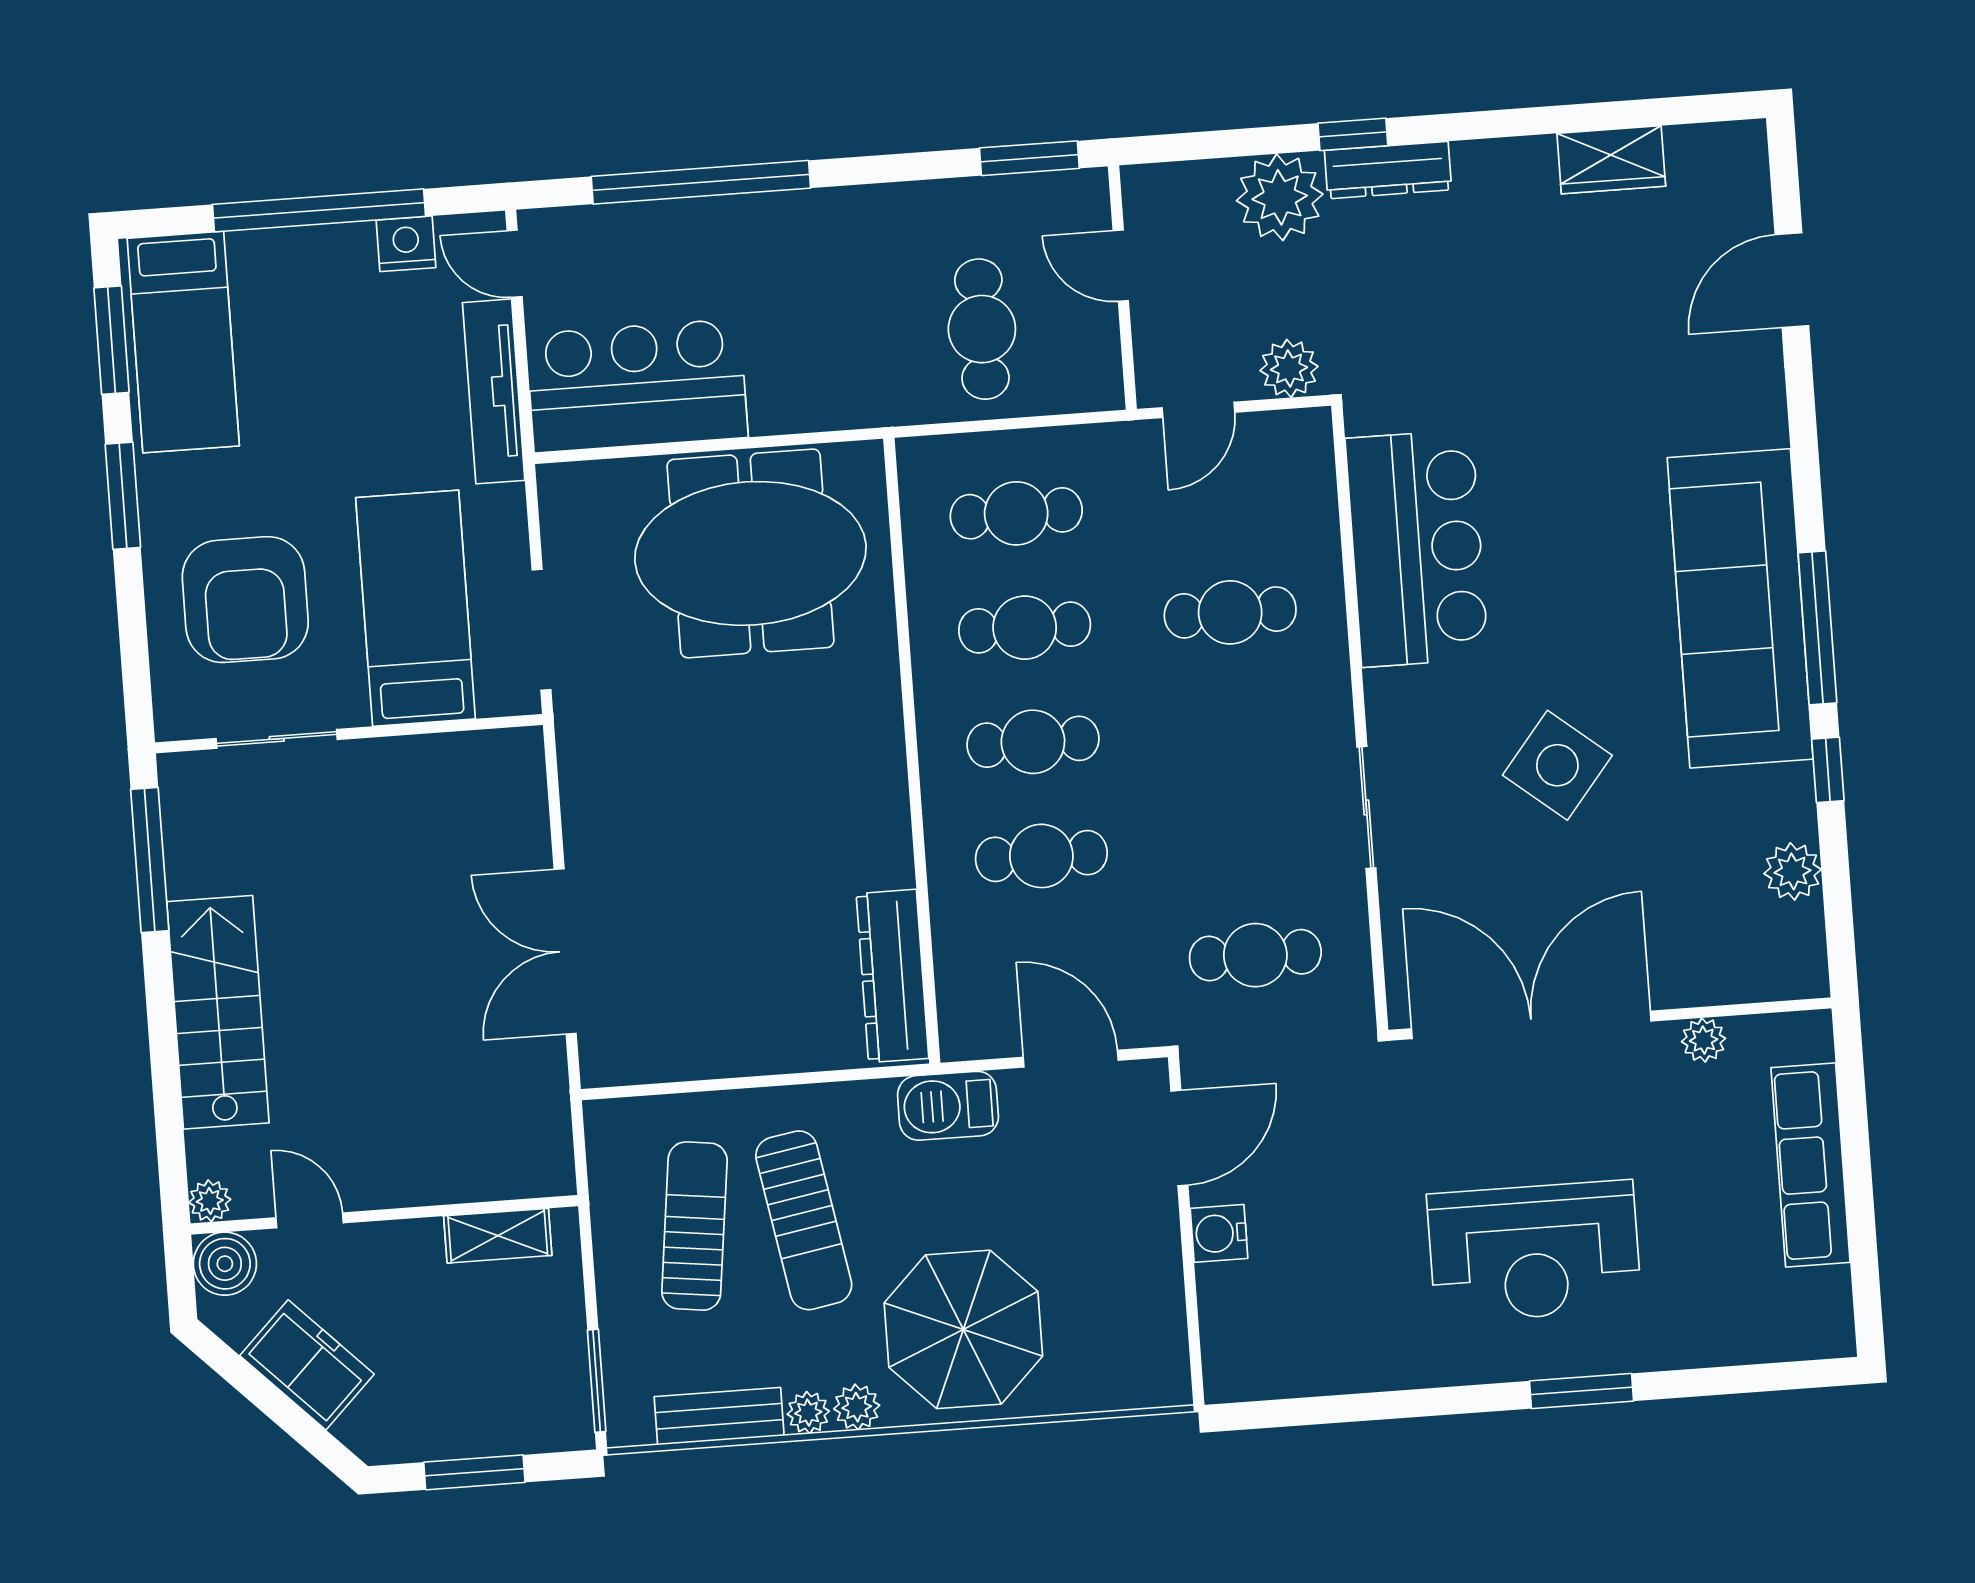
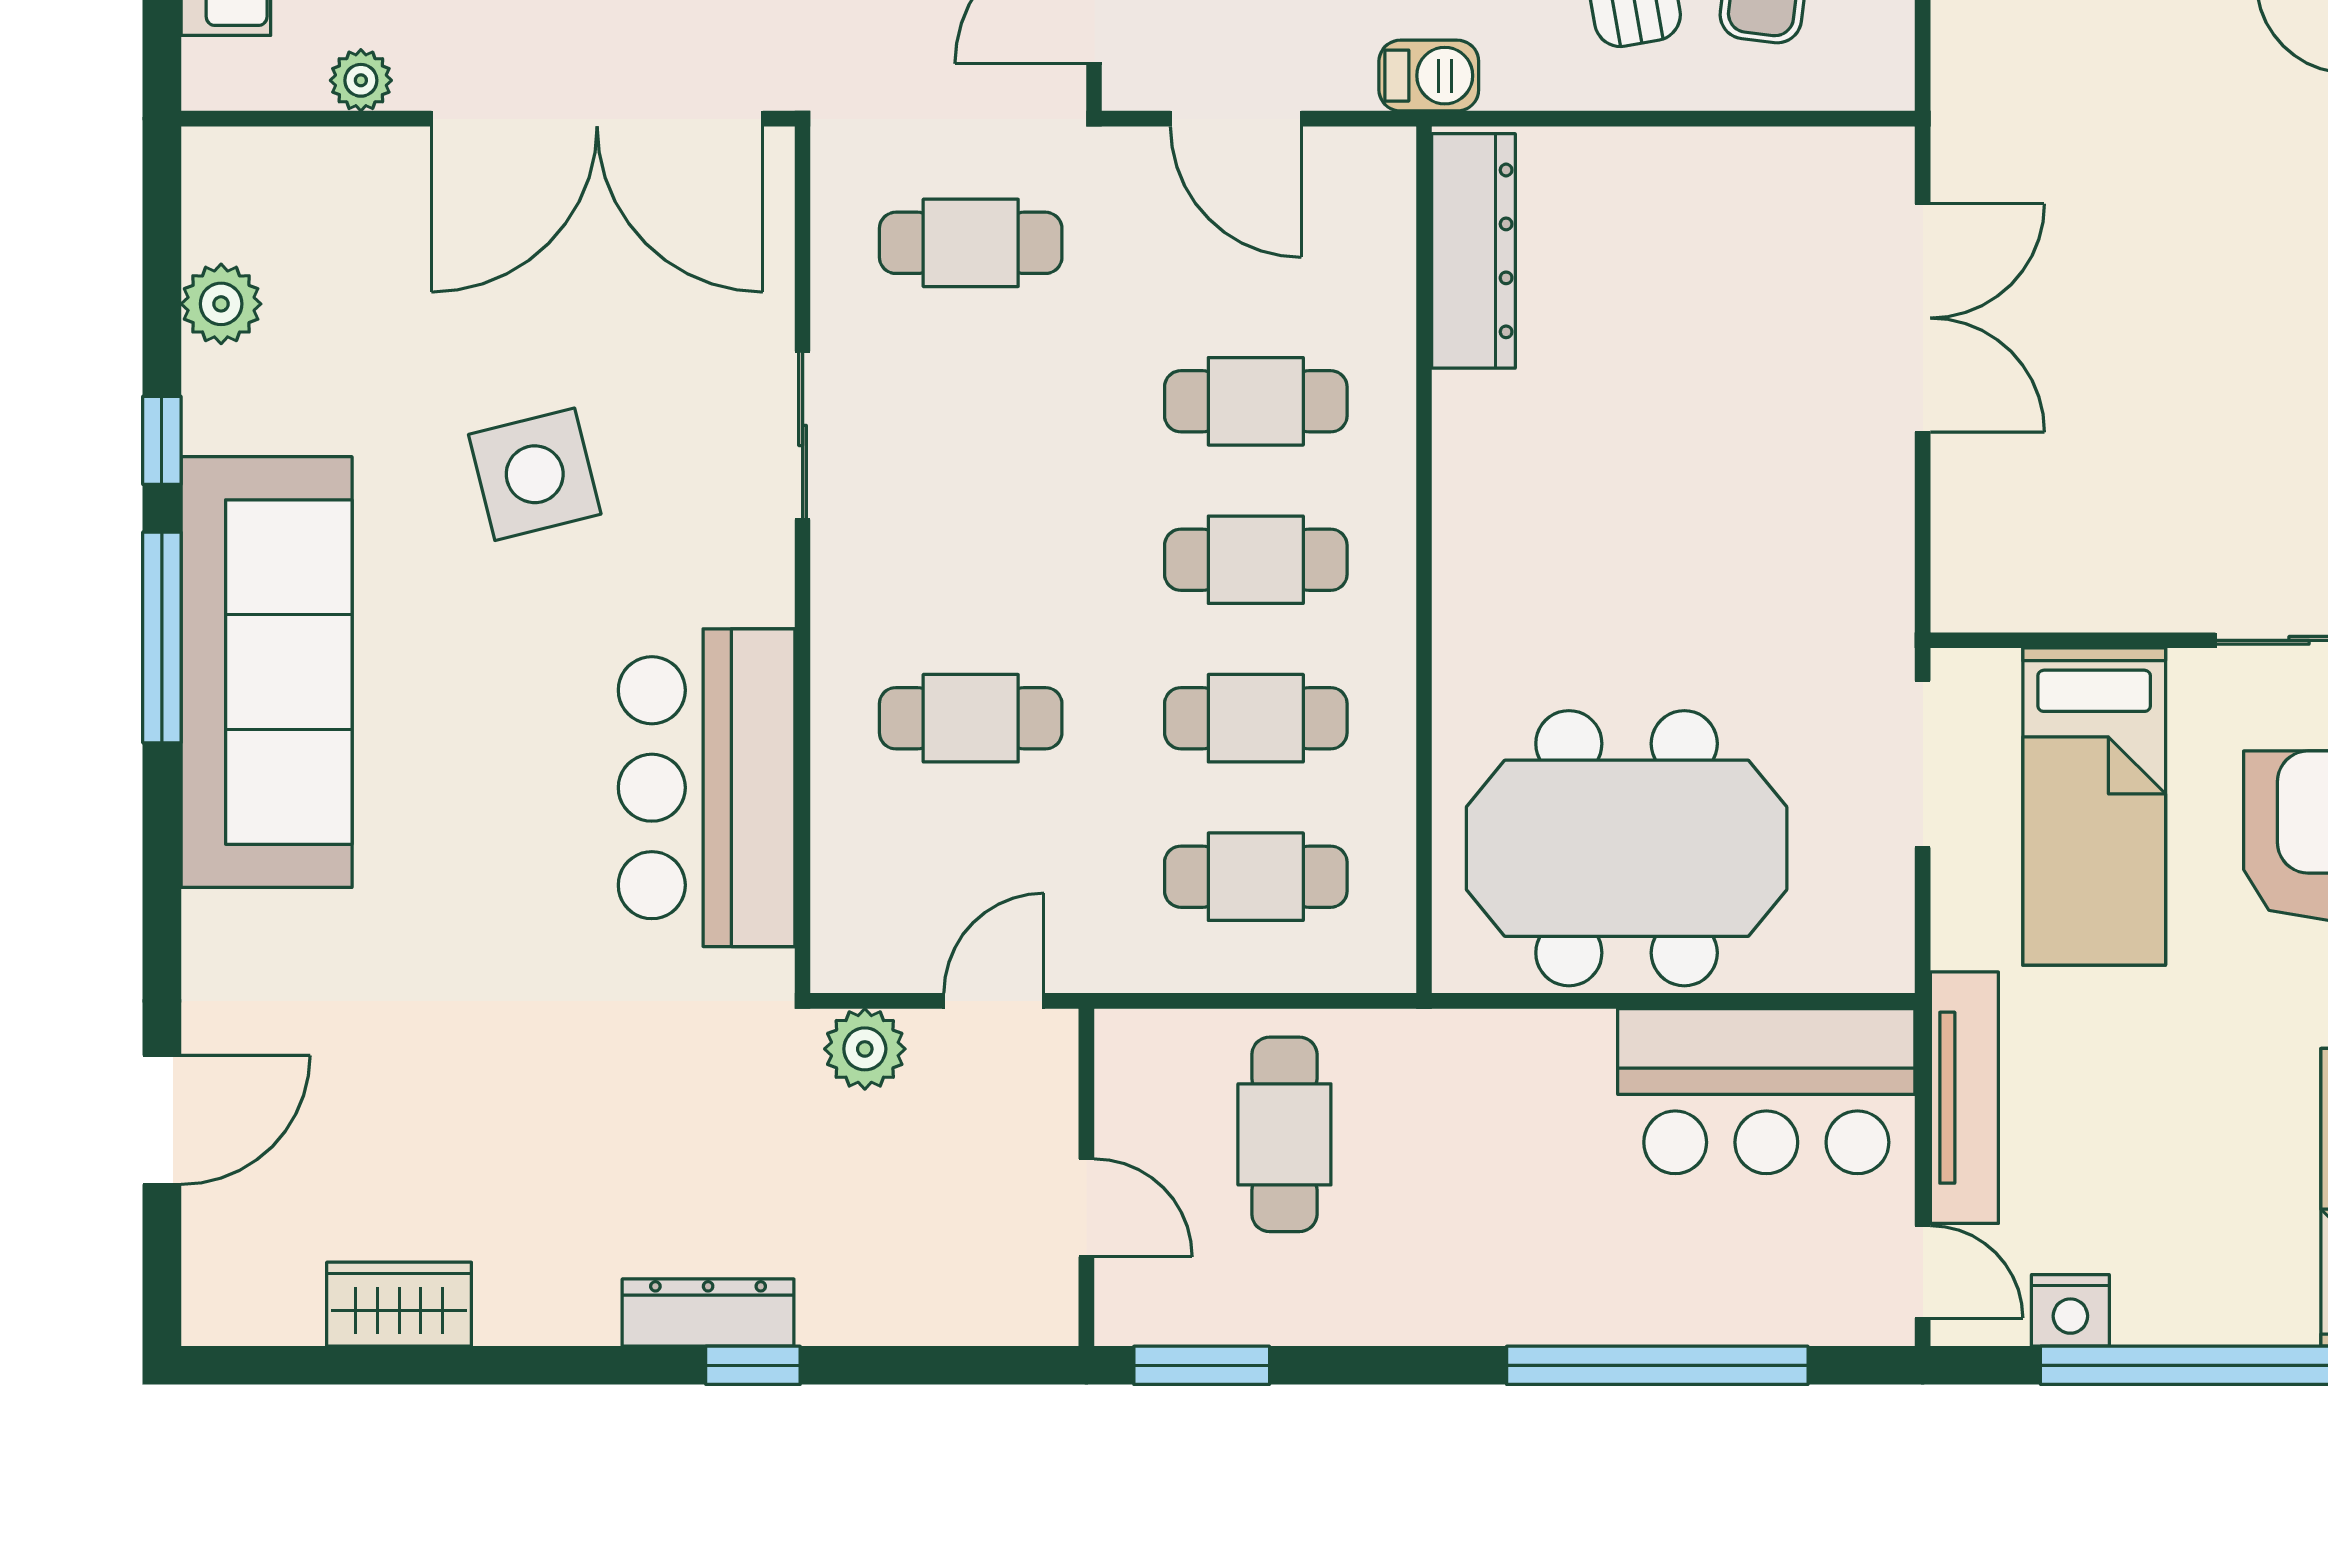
plant: (1280, 197) -> (860, 1286), removed
side table: (1557, 765) -> (535, 474), turned 37
barbecue: (948, 1106) -> (1429, 76), width x0.73, depth x0.79

